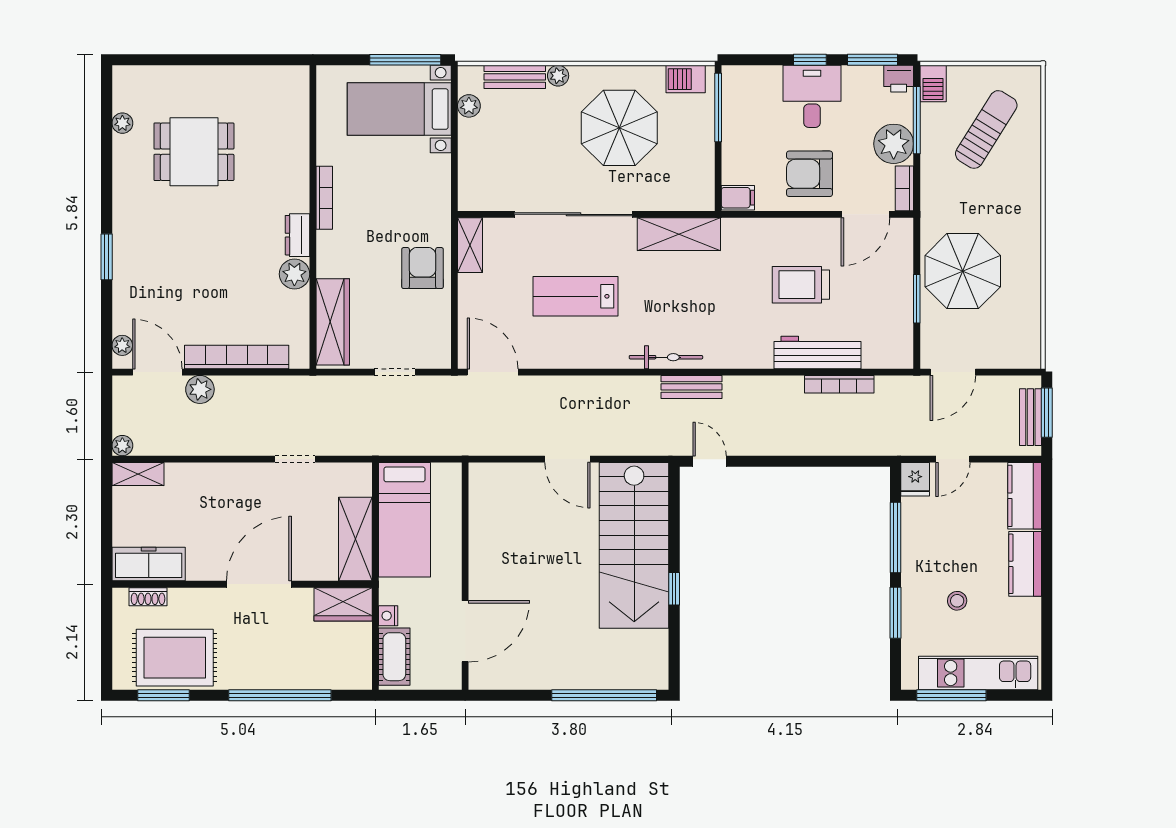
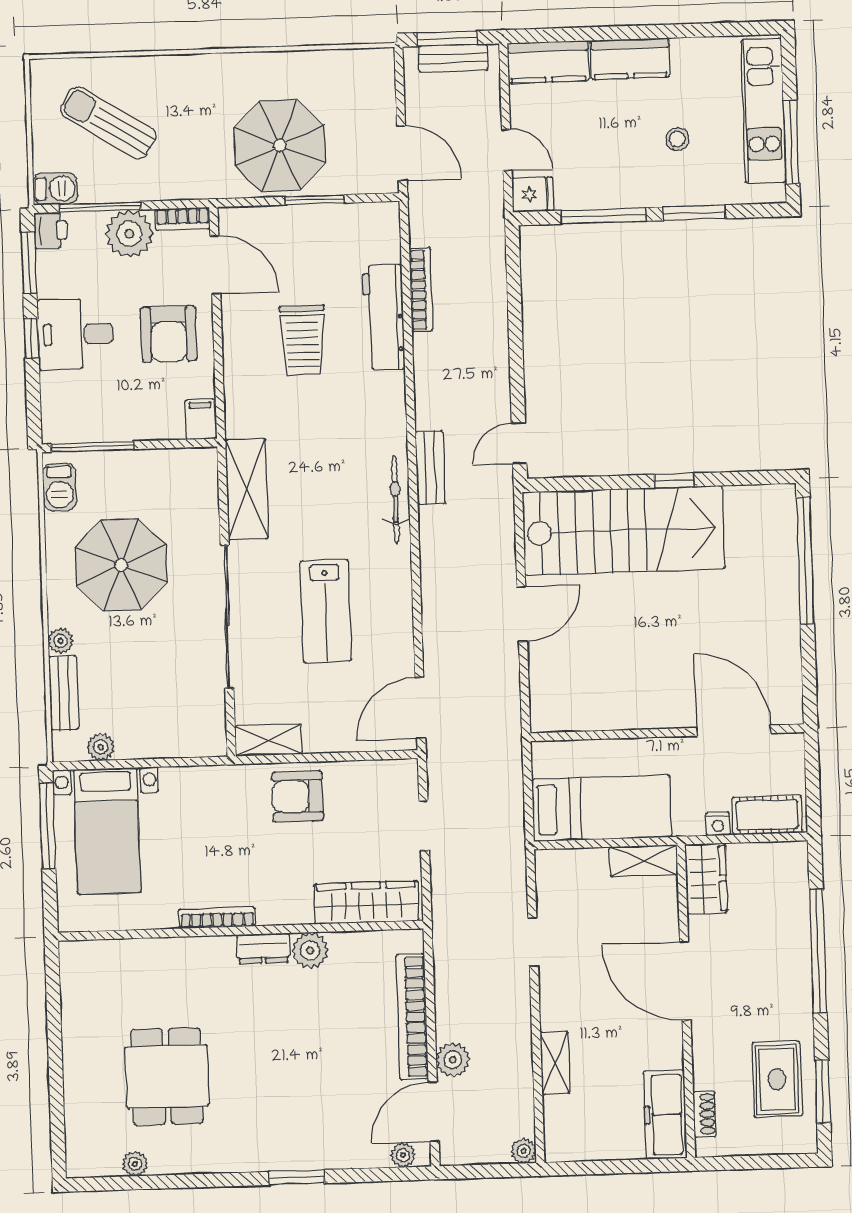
shelving: (138, 474) -> (555, 1063), moved
shelving: (355, 539) -> (644, 861), width x0.67, depth x0.75
rug: (175, 658) -> (777, 1079), width x0.73, depth x0.70

